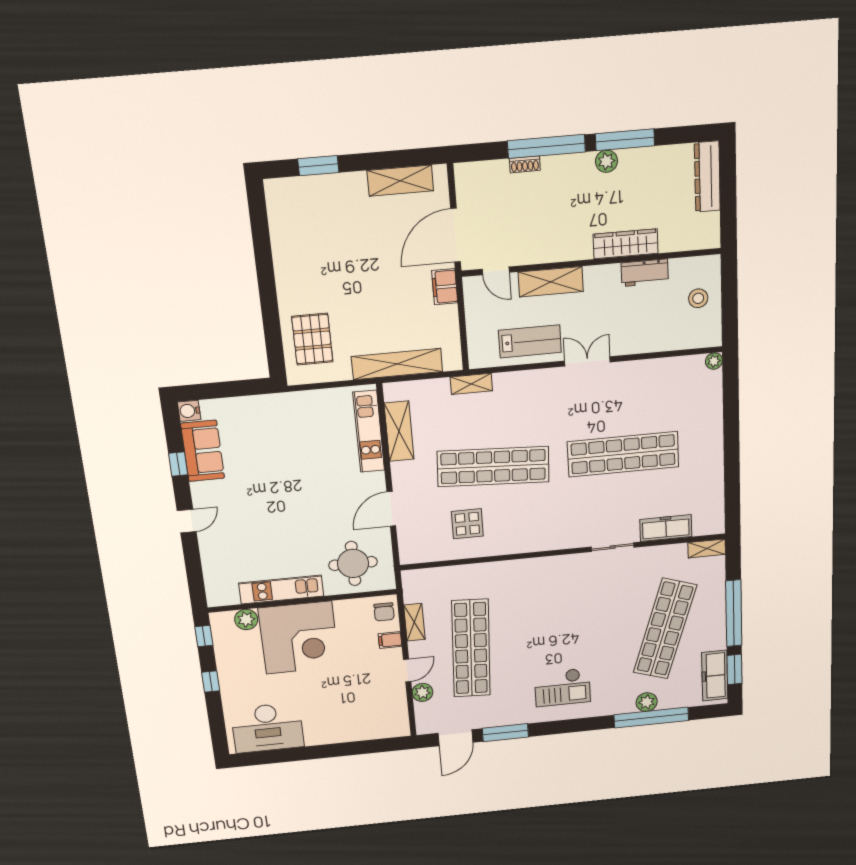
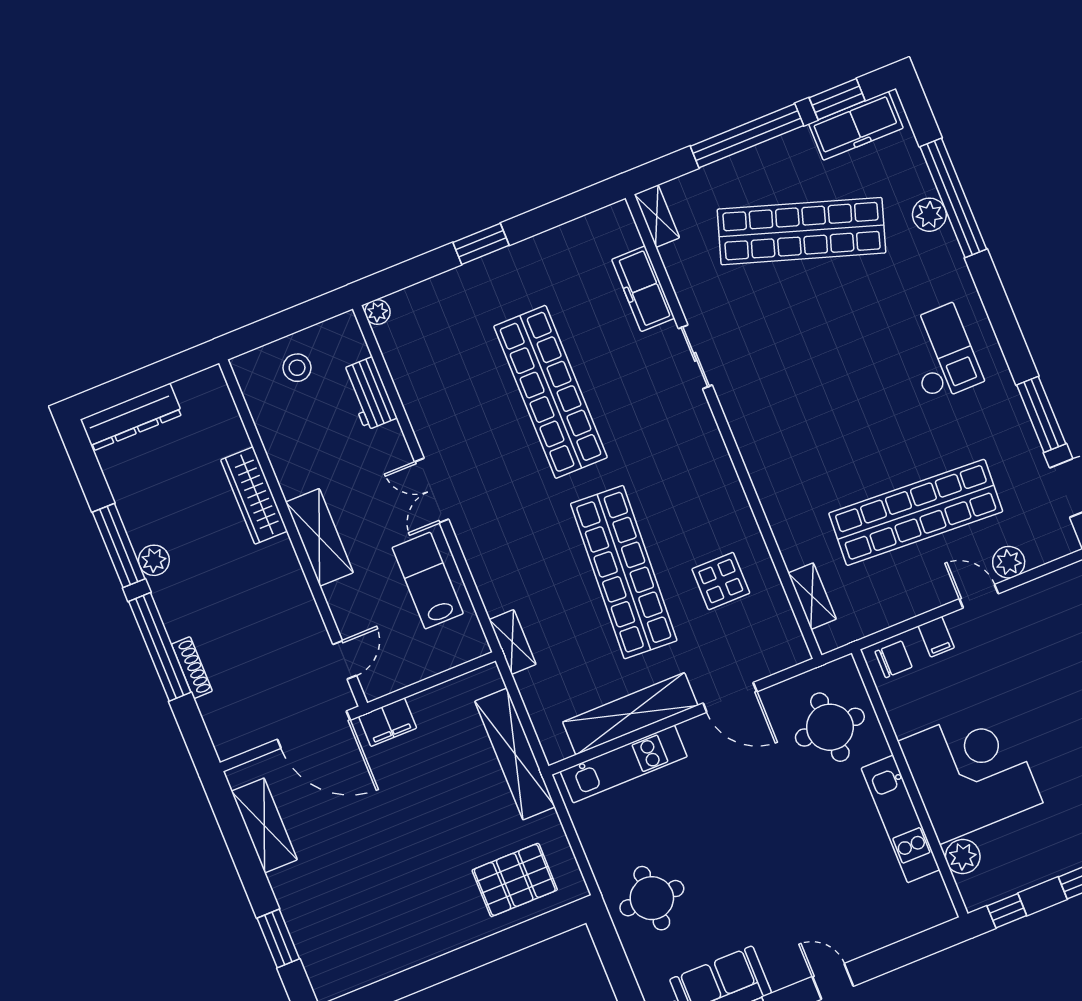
shoe rack: (525, 164) -> (192, 668), width x1.43
workbench: (645, 273) -> (369, 394), moved, turned 180
shelving: (551, 282) -> (319, 537), moved
round table: (274, 424) -> (652, 898), added
shelving: (399, 431) -> (630, 714), width x1.47
window: (731, 438) -> (481, 244), added
shelving: (414, 622) -> (812, 596), moved, turned 90

